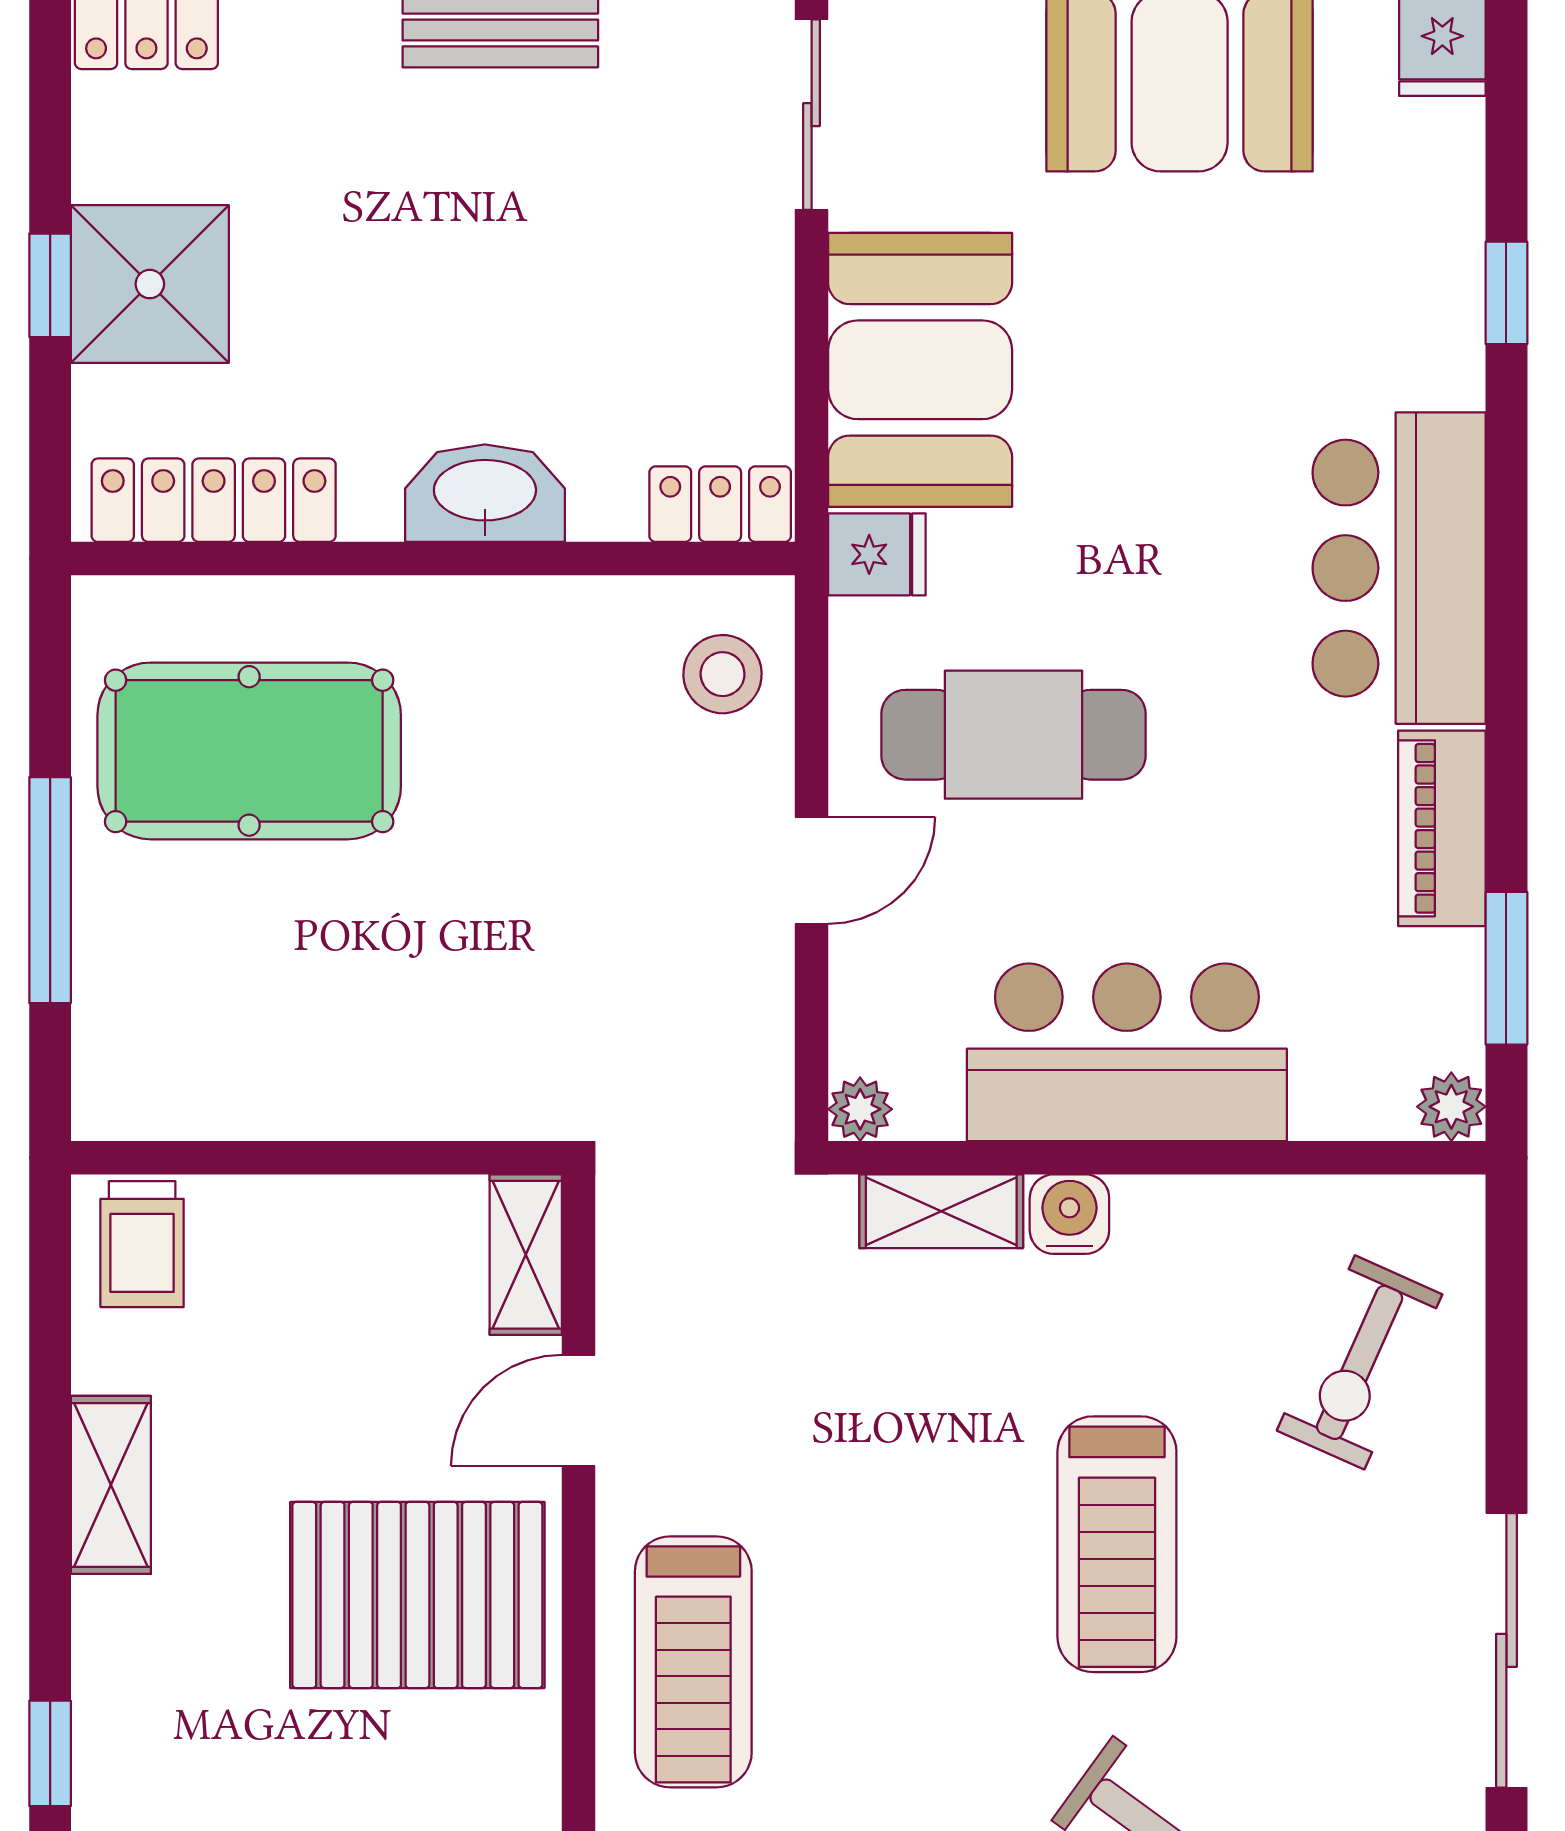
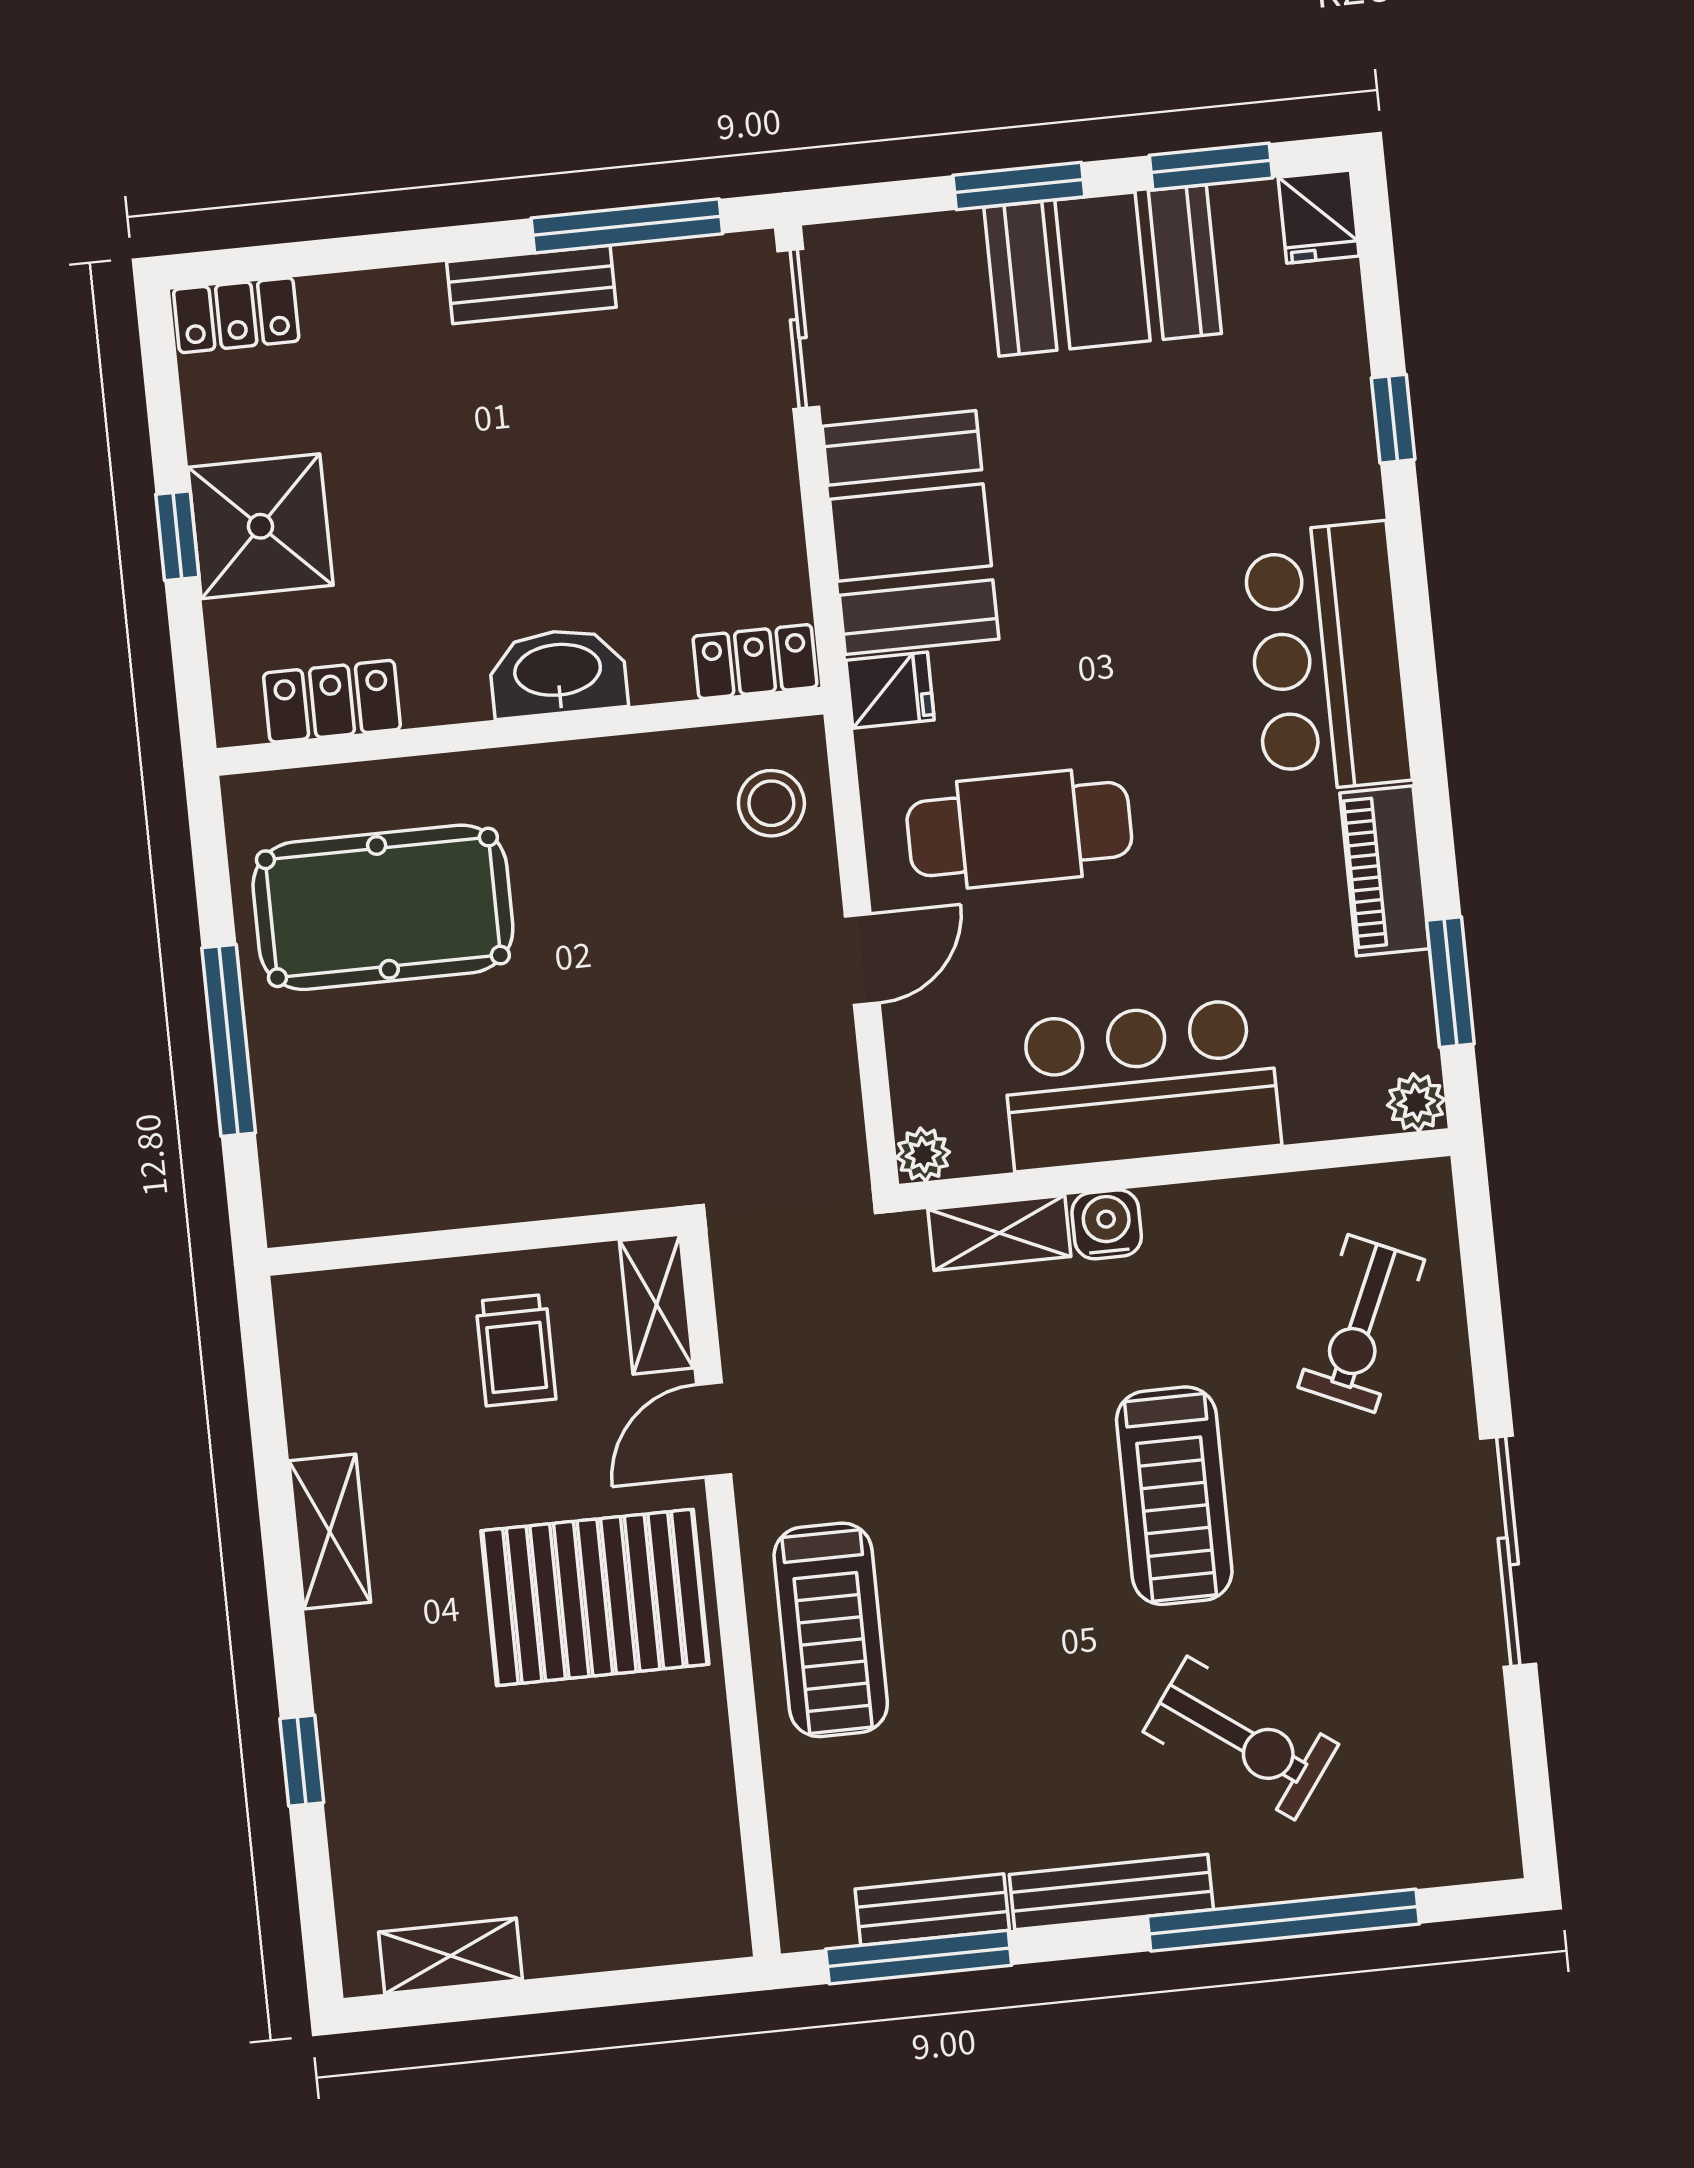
locker: (214, 500) -> (332, 701), width x0.66
trolley: (142, 1244) -> (516, 1350), moved

